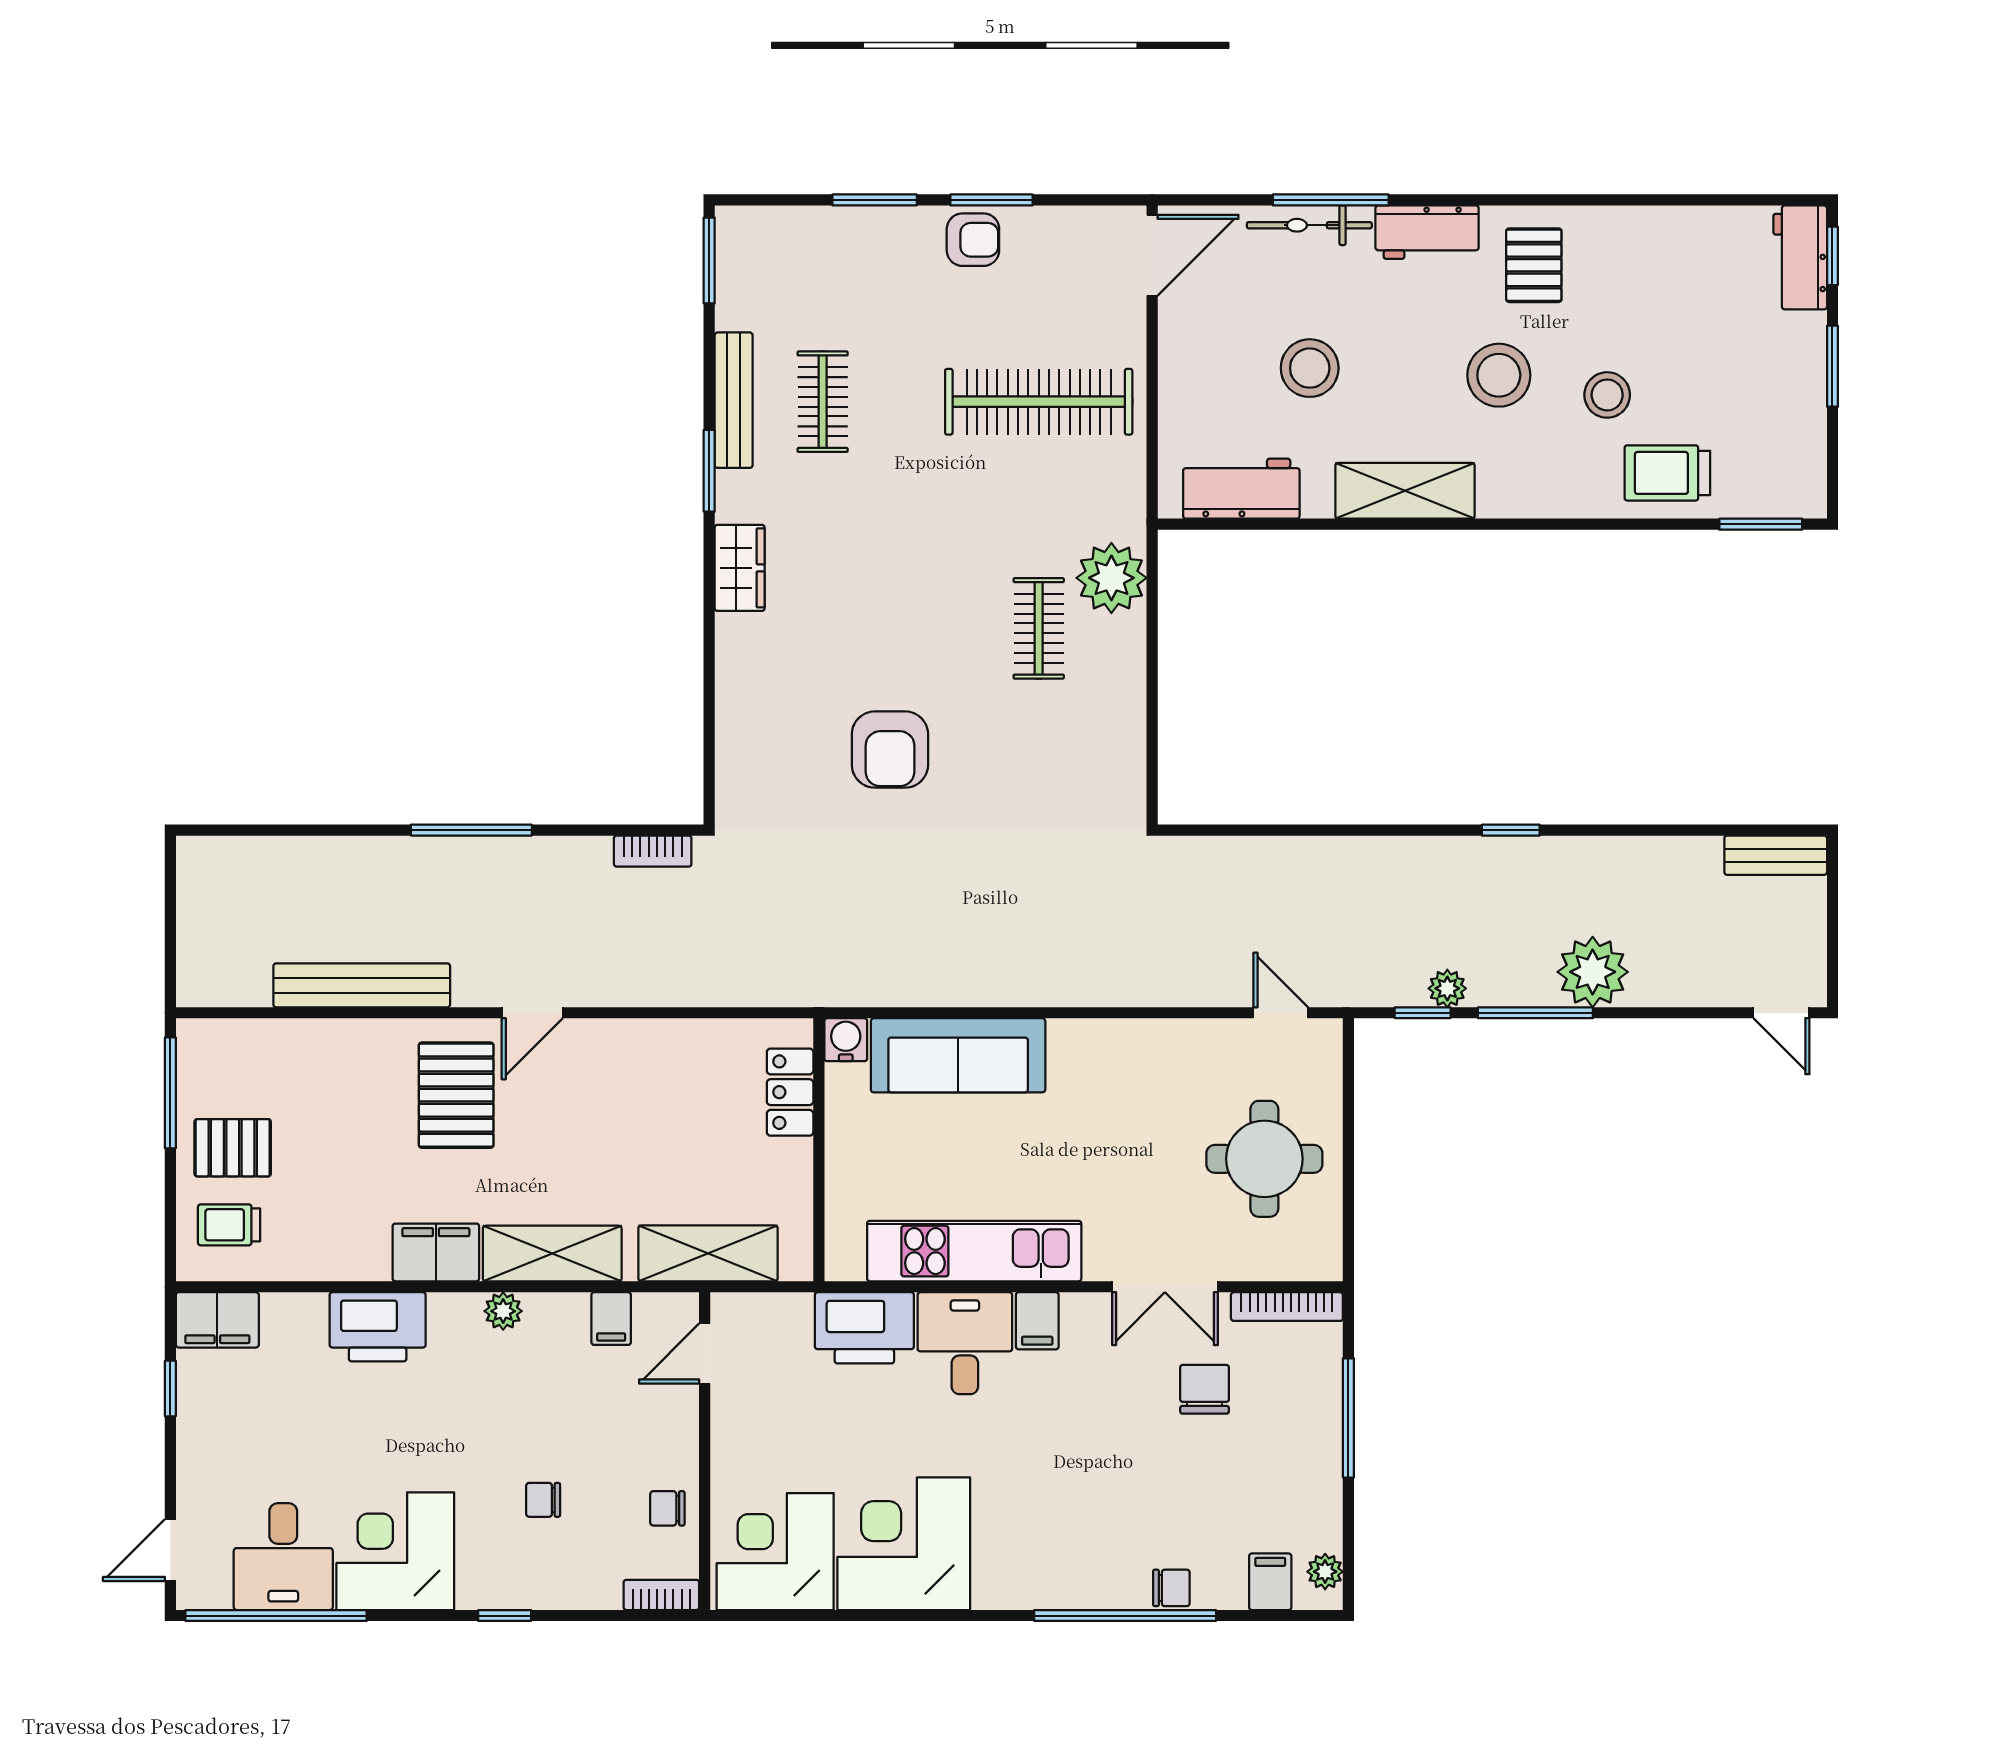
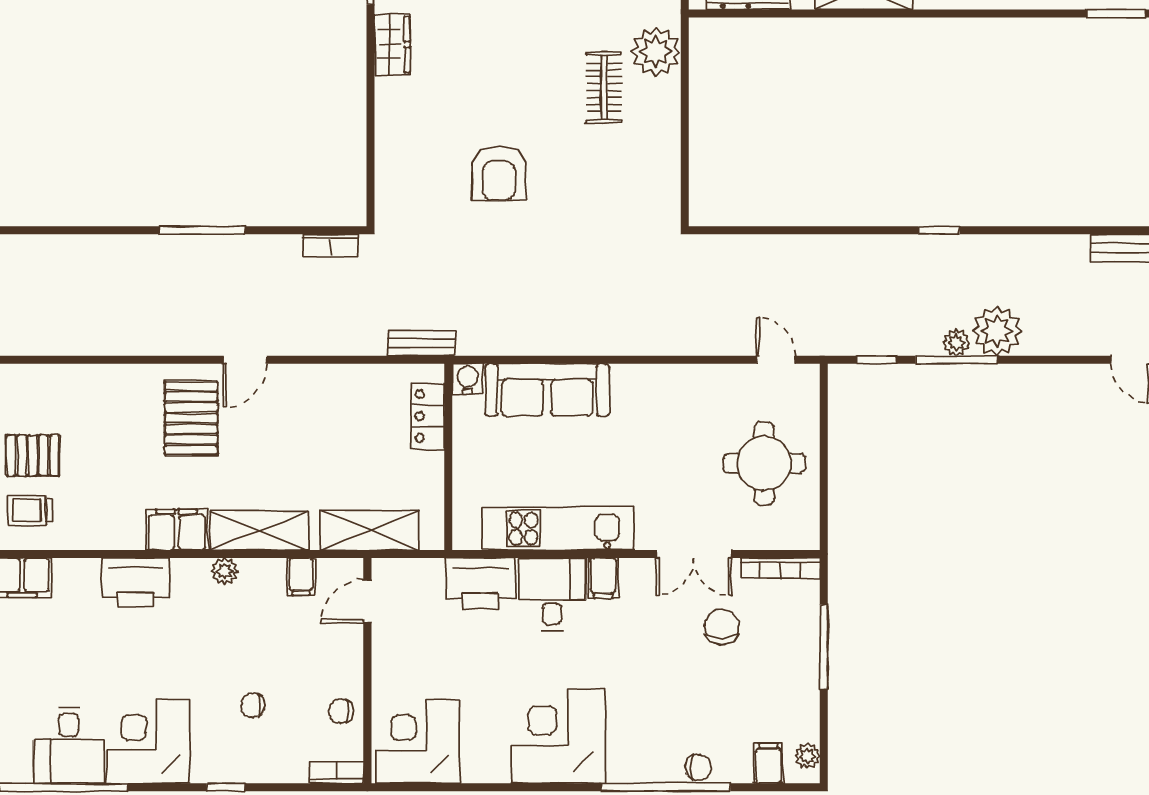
bench: (362, 985) -> (421, 343), moved, width x0.54, depth x0.82
plant: (1447, 988) -> (956, 343), moved
corner desk: (904, 1544) -> (558, 736), moved

